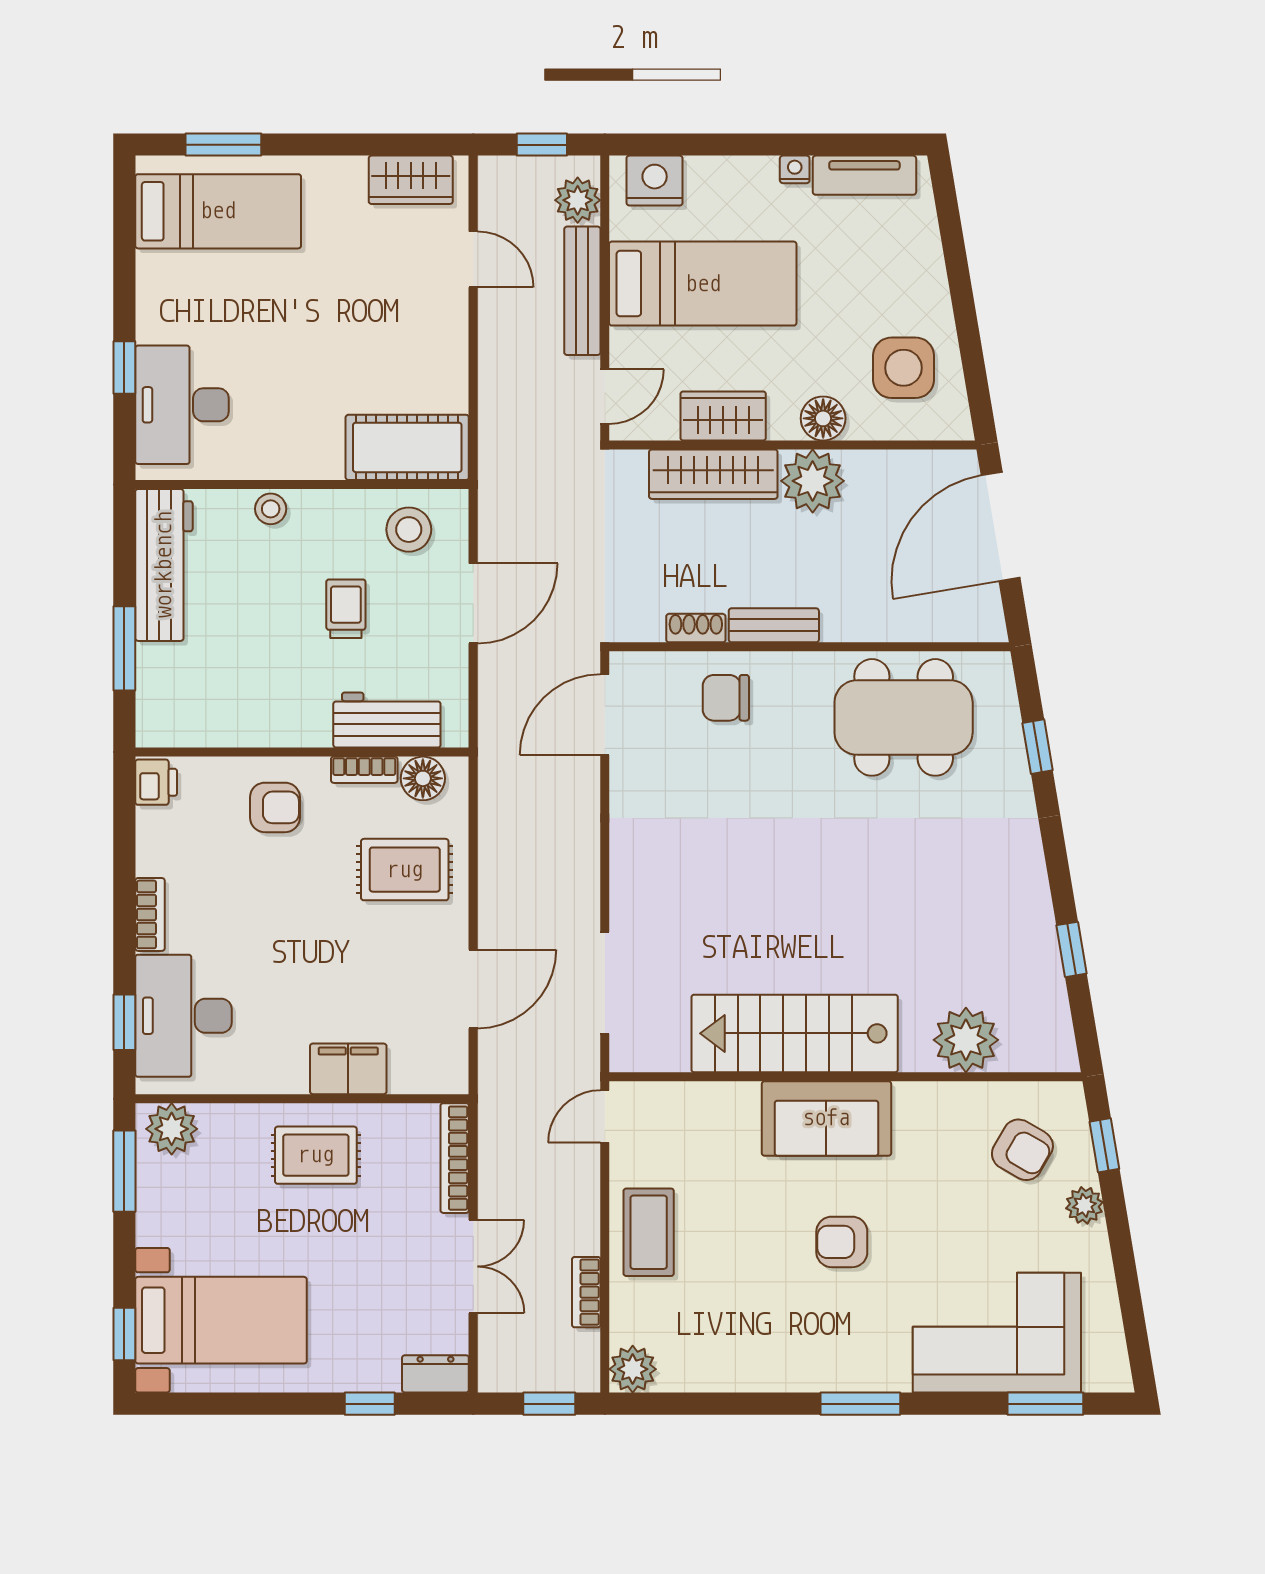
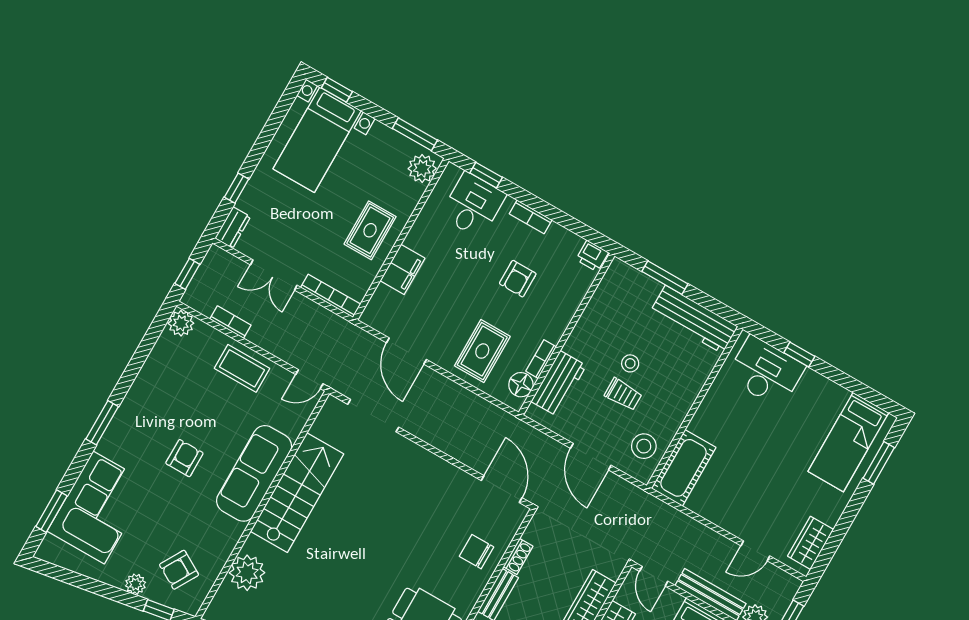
stool: (271, 509) -> (630, 363), moved
chair: (726, 698) -> (477, 552), turned -90
armchair: (275, 807) -> (518, 279), moved
desk: (183, 1016) -> (473, 205), width x0.73
door: (605, 1116) -> (309, 379), swing flipped
sofa: (826, 1118) -> (254, 473), width x1.36

